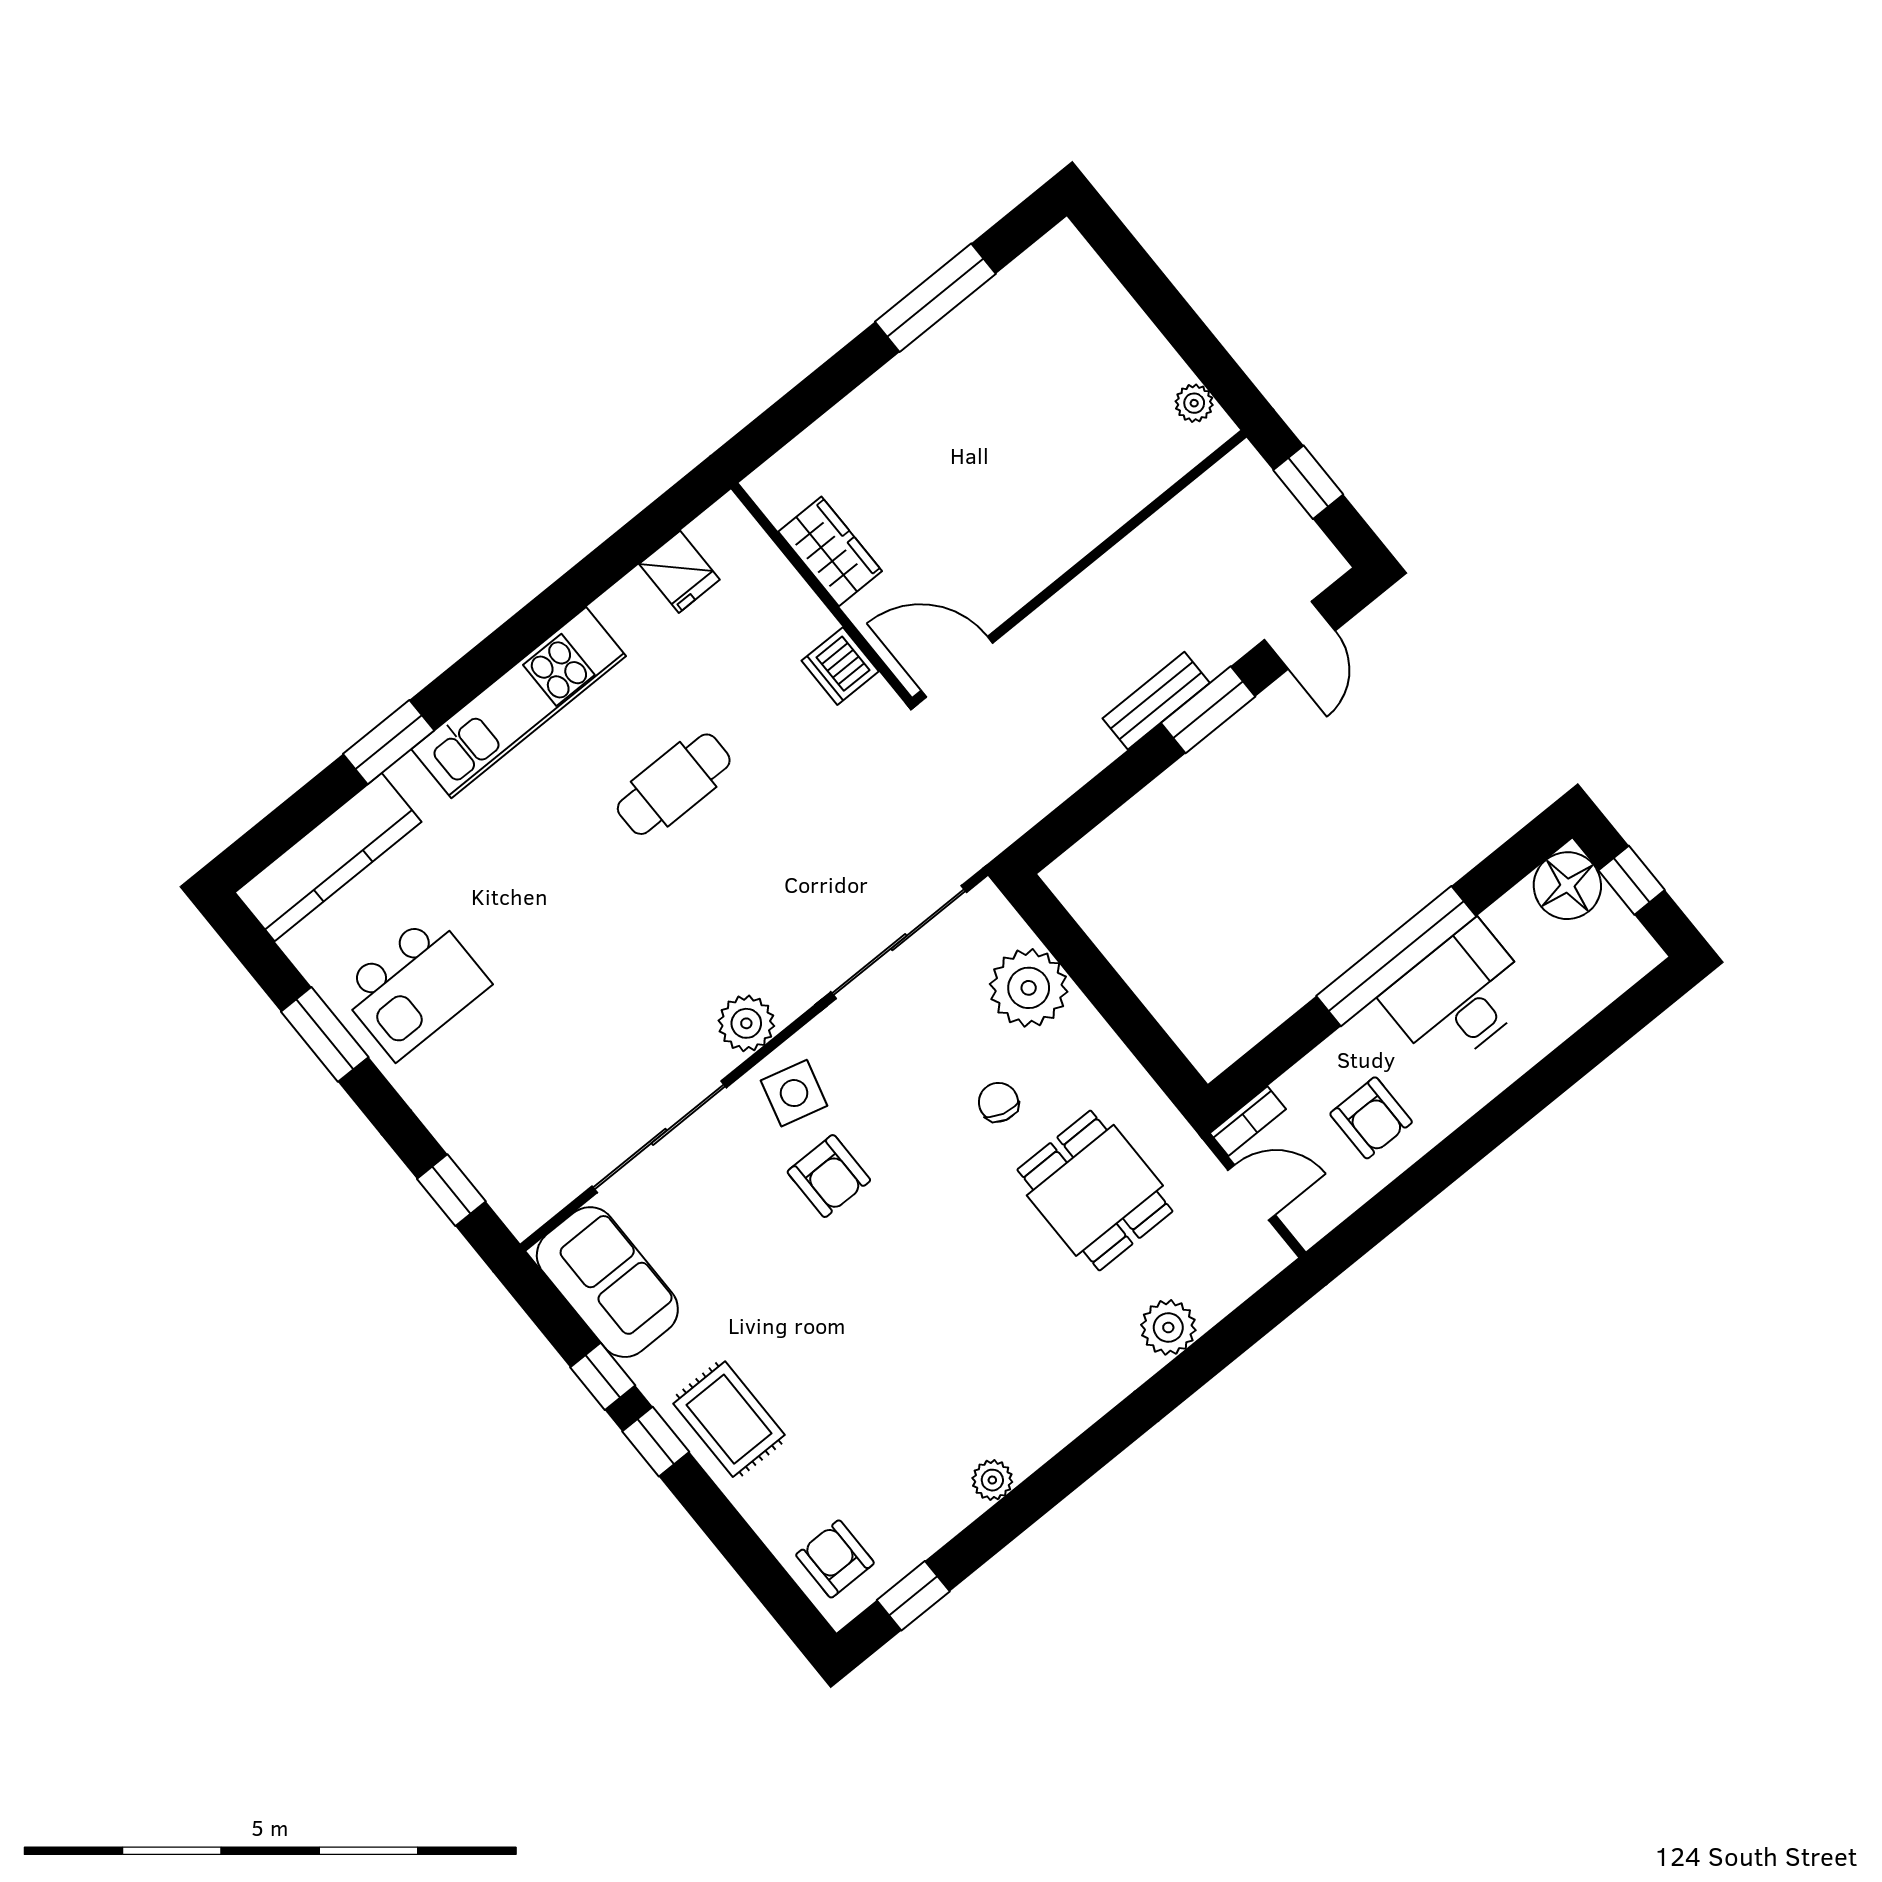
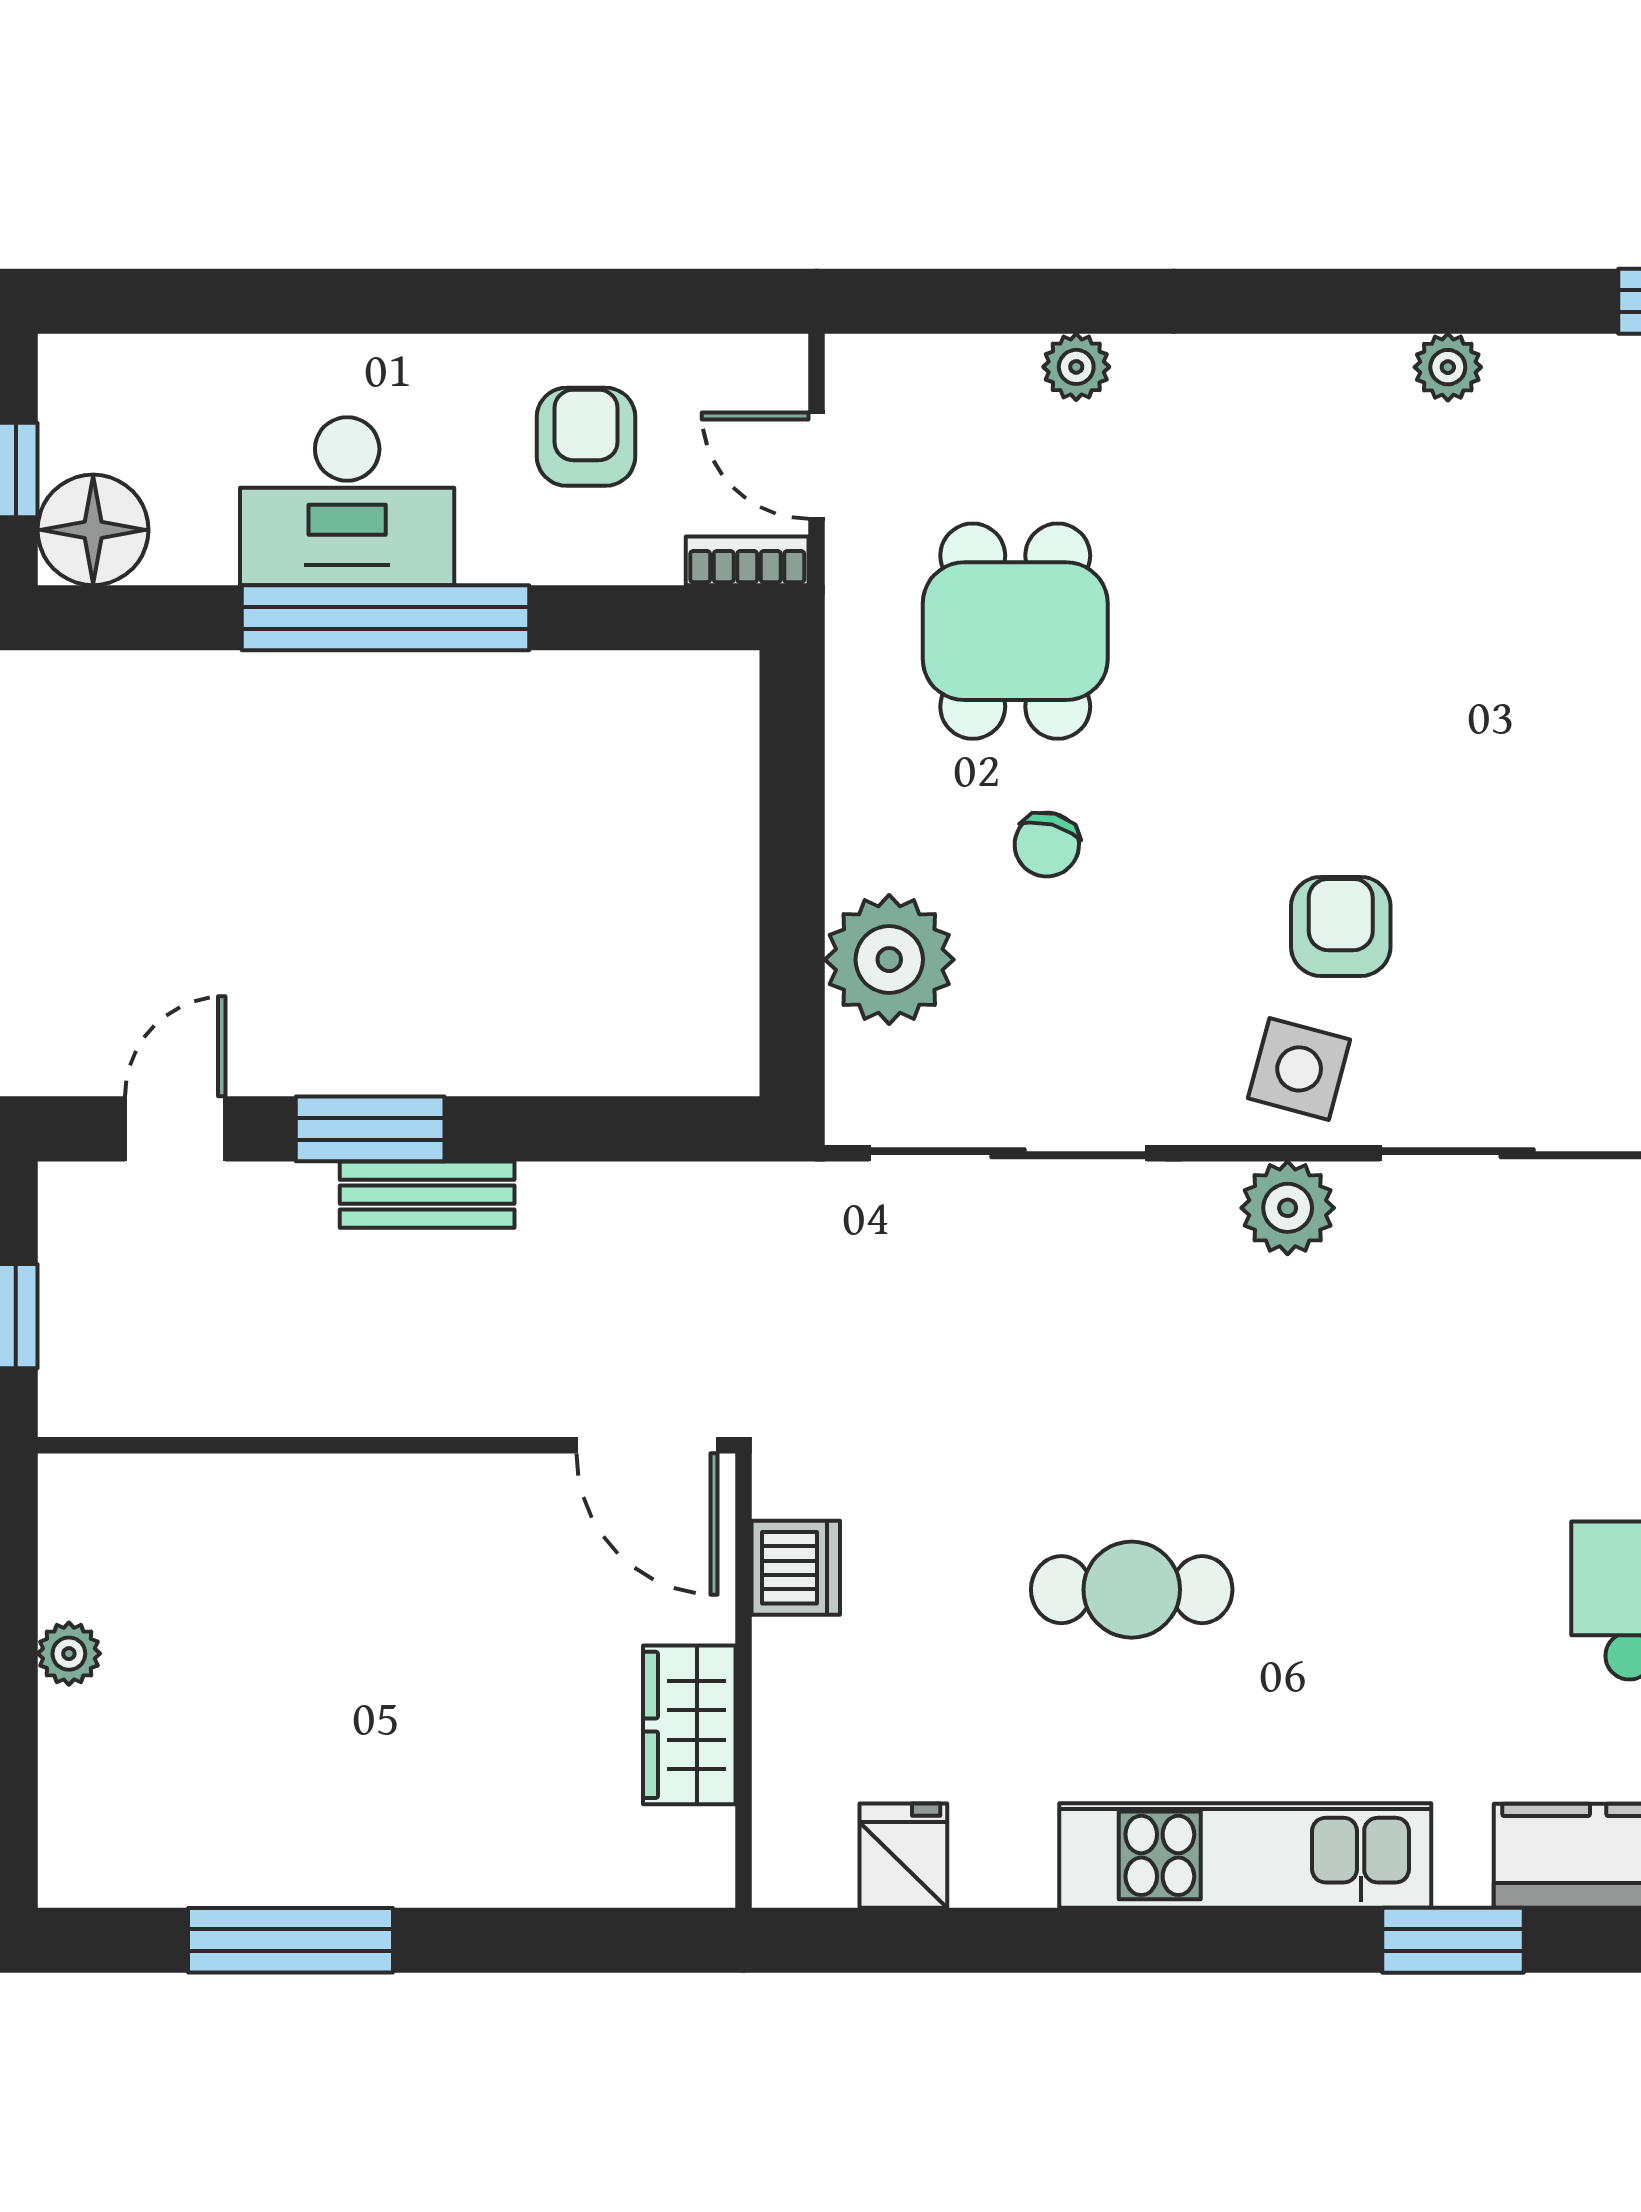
plant: (1194, 403) -> (69, 1654), moved
plant: (1168, 1327) -> (1076, 367), width x0.73, depth x0.73

